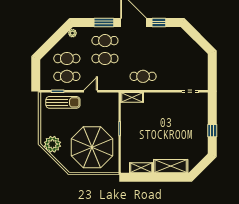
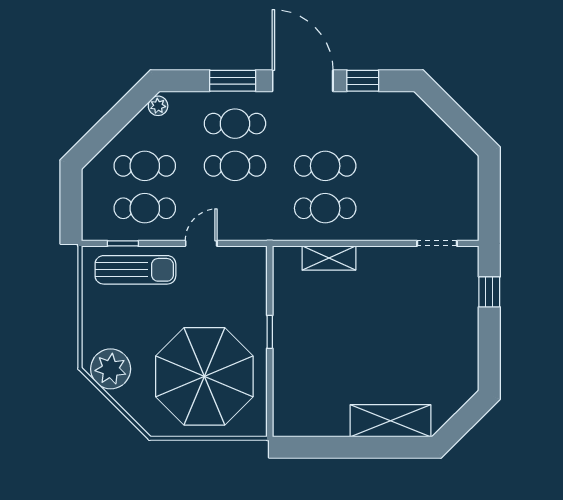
cafe table: (143, 58) -> (325, 166), added
shelving: (132, 97) -> (329, 258), moved
window: (212, 131) -> (489, 292), moved
shelving: (141, 168) -> (321, 425), removed

